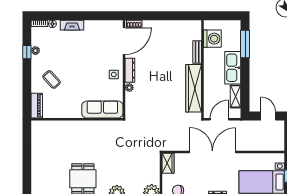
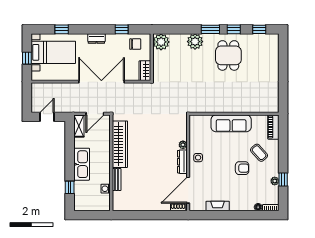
fireplace: (72, 25) -> (218, 206), moved
washing machine: (212, 39) -> (106, 189), width x0.53, depth x0.53
window: (245, 44) -> (70, 187), width x0.46
armchair: (69, 64) -> (242, 168), added
shelving: (236, 96) -> (79, 126), moved
sofa: (102, 109) -> (231, 123), moved
door: (268, 116) -> (47, 117), swing flipped
double door: (212, 152) -> (101, 82), swing flipped

